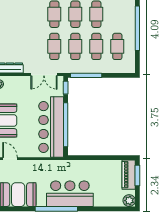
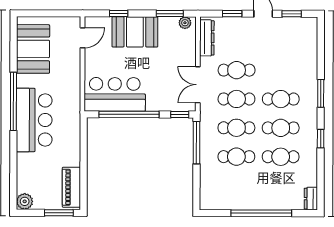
cafe table: (117, 46) -> (237, 70), moved
bar counter: (51, 127) -> (115, 94), width x0.73
piano: (129, 175) -> (71, 187), moved, turned -90

